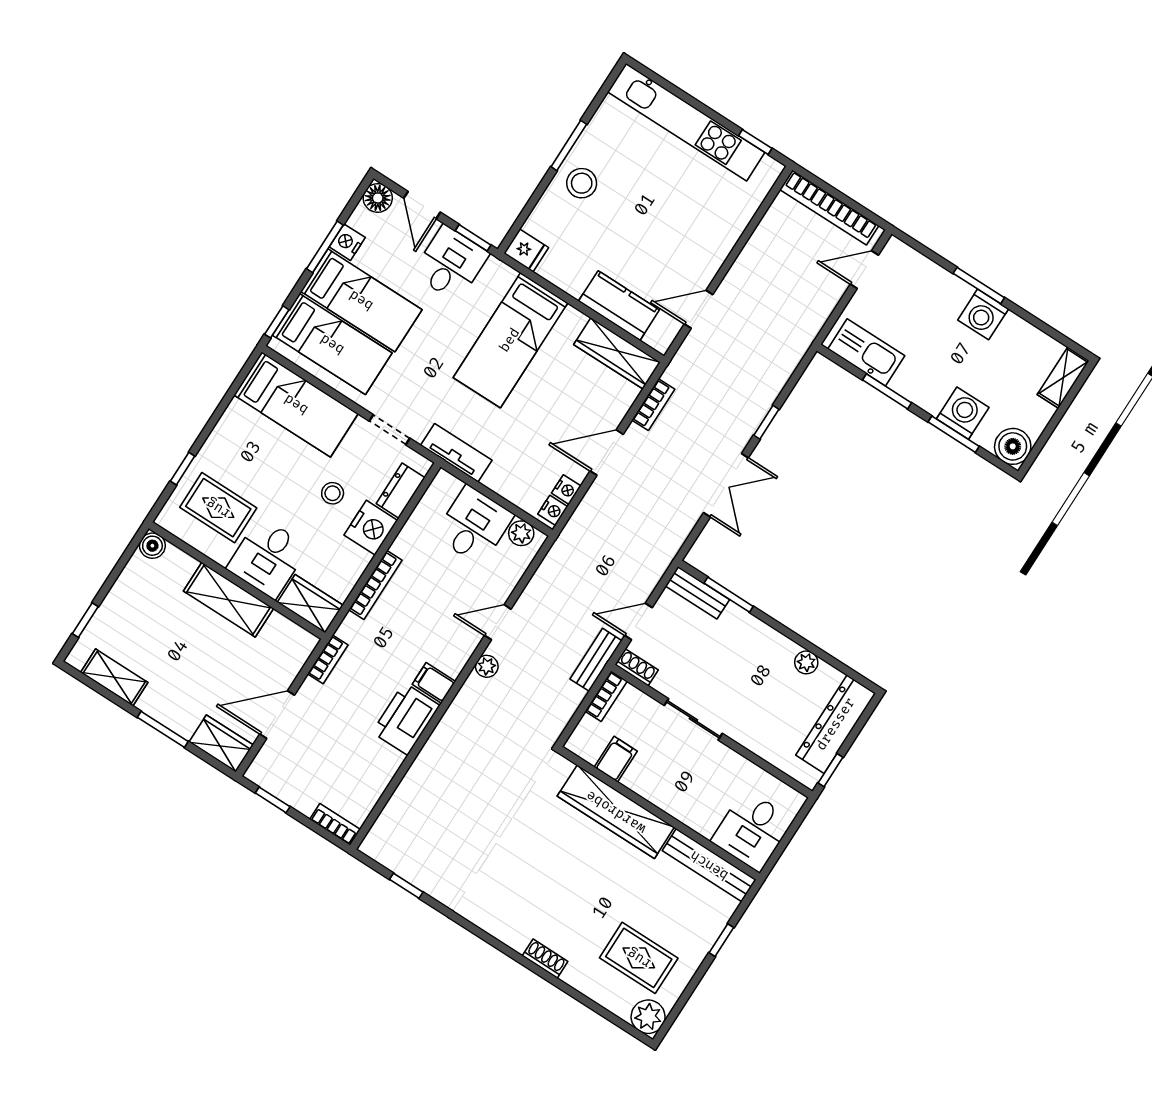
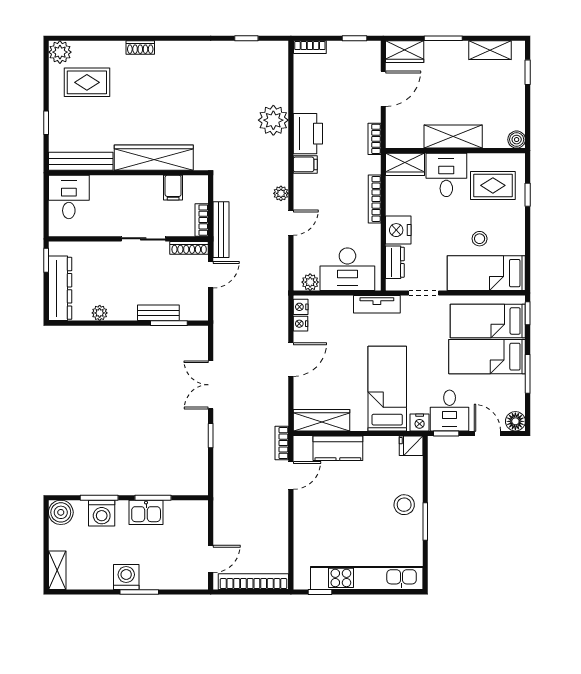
nightstand: (347, 242) -> (420, 422), moved, turned 90
kitchen sink: (866, 352) -> (146, 512), moved, width x0.73
bookcase: (653, 405) -> (282, 443), moved
stool: (333, 493) -> (480, 239), moved
desk: (474, 525) -> (347, 269), width x1.37
bench: (697, 593) -> (158, 313), moved
bench: (596, 660) -> (221, 230), width x1.36
shoe rack: (637, 667) -> (189, 248), width x1.43
plant: (438, 763) -> (273, 120), added

